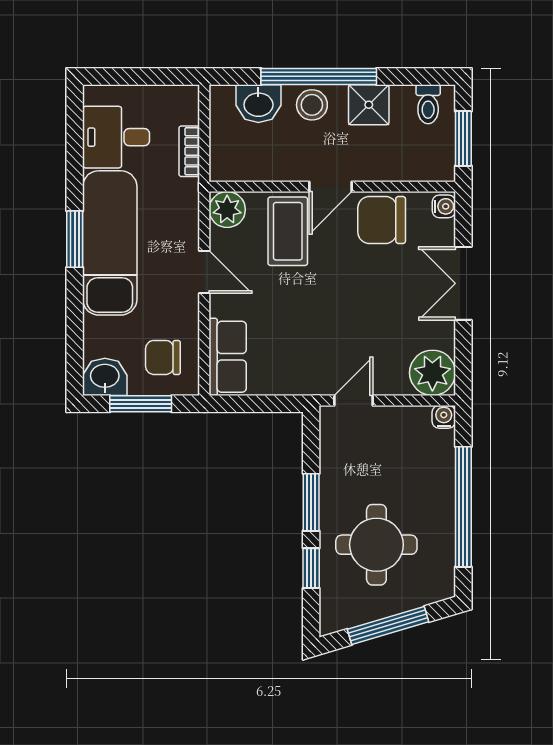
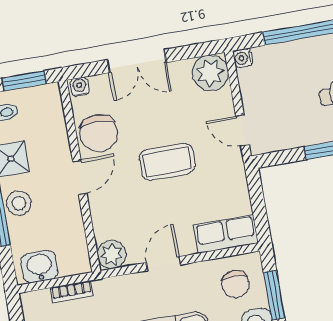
washbasin: (258, 104) -> (39, 266), moved, turned -90
door: (331, 187) -> (80, 177), hinge flipped
coffee table: (288, 231) -> (167, 162), moved

